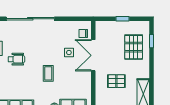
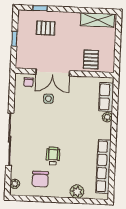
pallet: (134, 47) -> (46, 28), width x0.67, depth x0.71
coffee table: (48, 73) -> (70, 122), removed
pallet: (116, 81) -> (91, 59), moved

